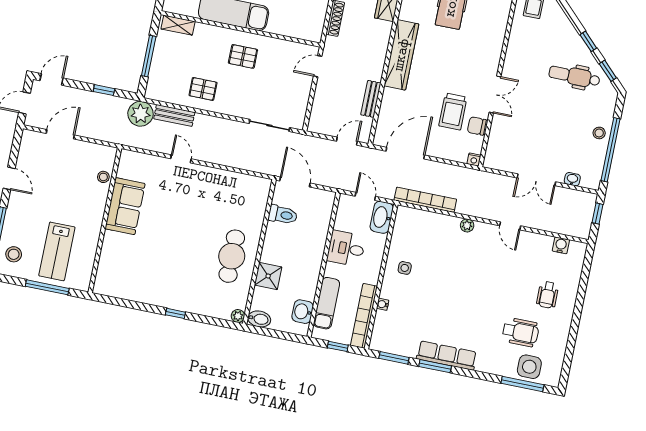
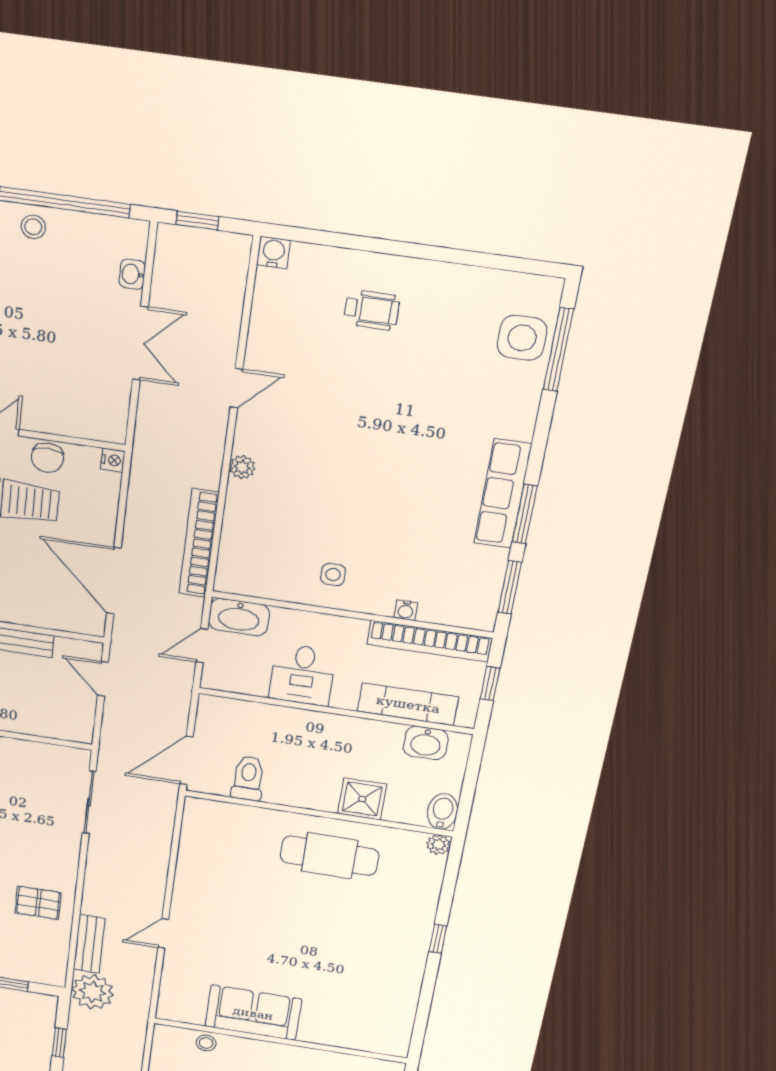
pallet: (203, 89) -> (38, 903), turned 90
water cooler: (561, 245) -> (273, 253), moved, turned 90
wheelchair: (521, 332) -> (451, 358), removed

